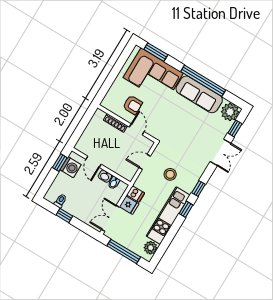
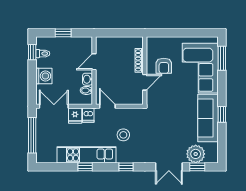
window: (203, 81) -> (222, 114), width x0.32
plant: (230, 112) -> (196, 154), moved
door: (145, 162) -> (107, 106), moved
window: (60, 163) -> (63, 33), moved
washing machine: (71, 167) -> (44, 76), moved, turned -90
window: (186, 209) -> (85, 167), moved
window: (64, 215) -> (32, 52), moved
plant: (151, 248) -> (49, 156), removed

